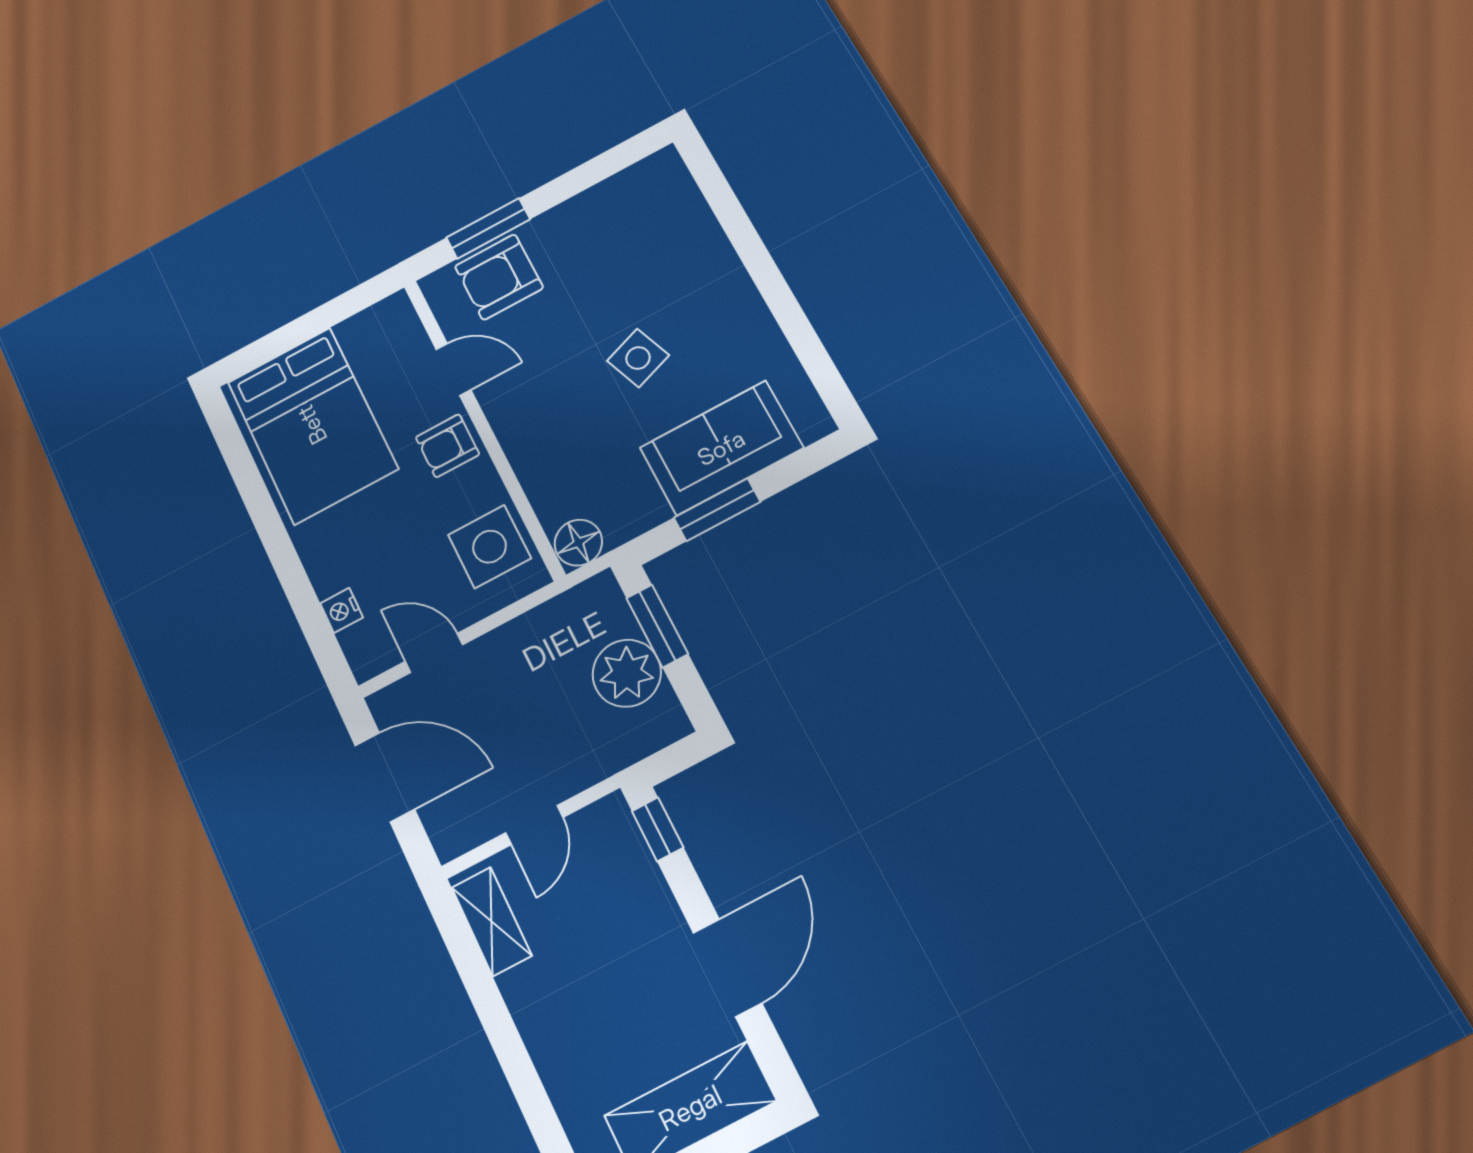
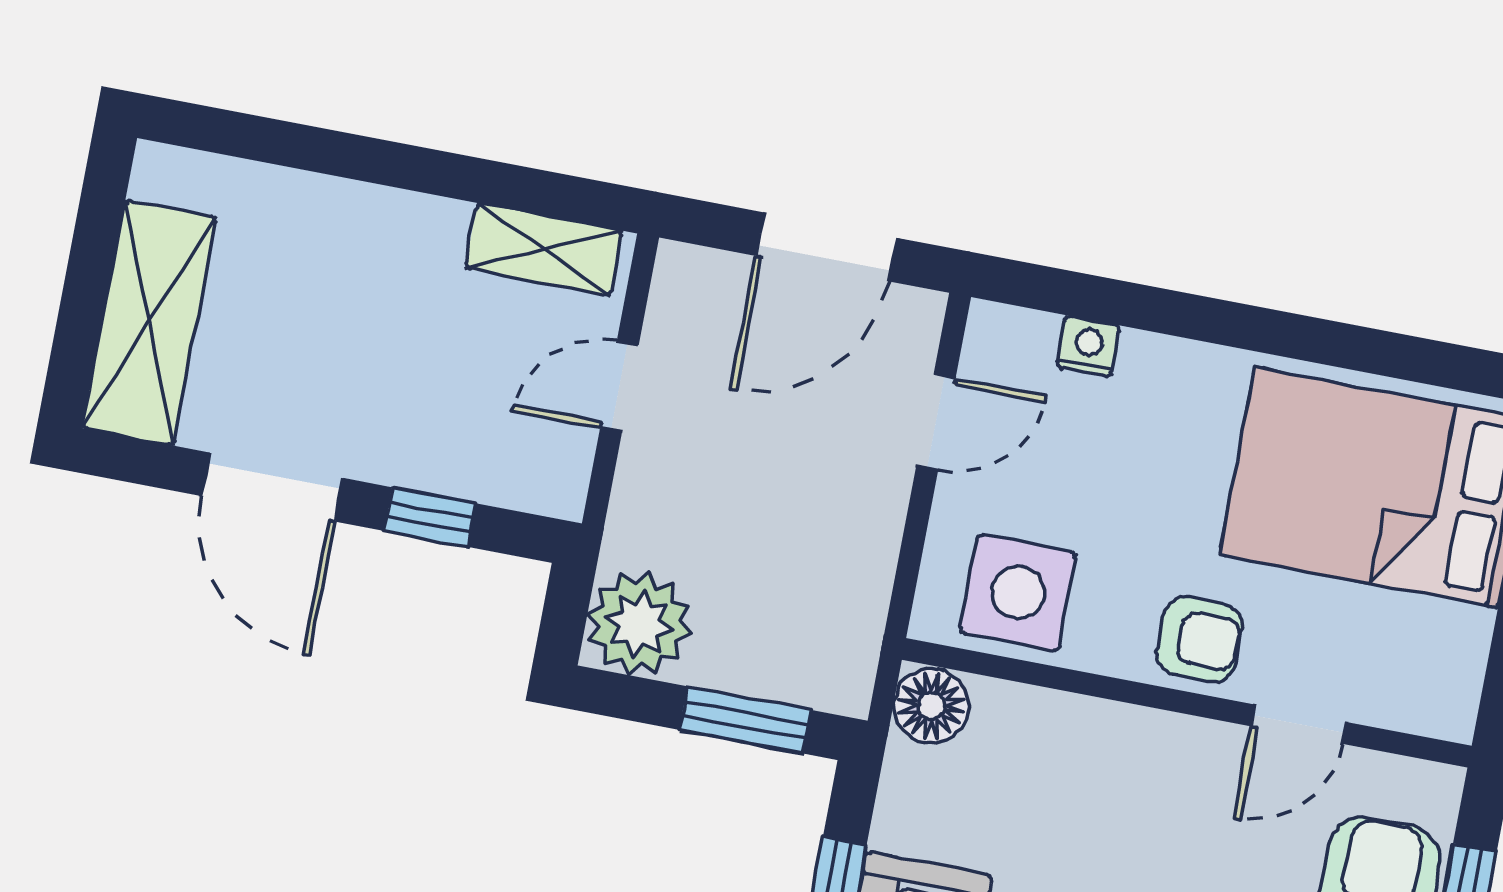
armchair: (447, 446) -> (1199, 640), turned 90
plant: (627, 673) -> (639, 624), moved
door: (534, 825) -> (619, 387), hinge flipped
window: (658, 829) -> (430, 517), moved

